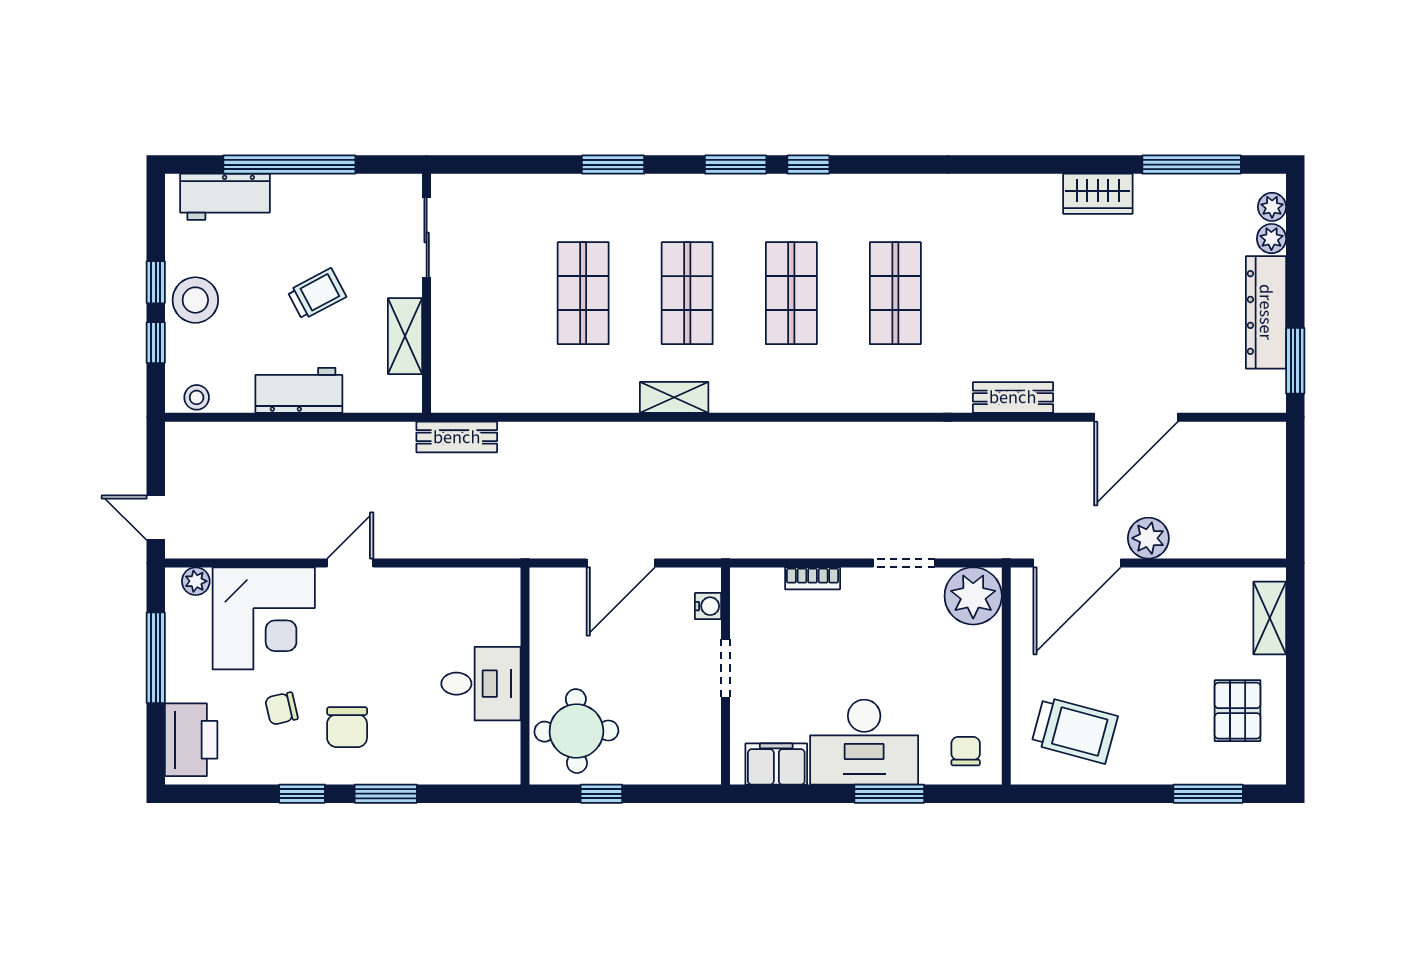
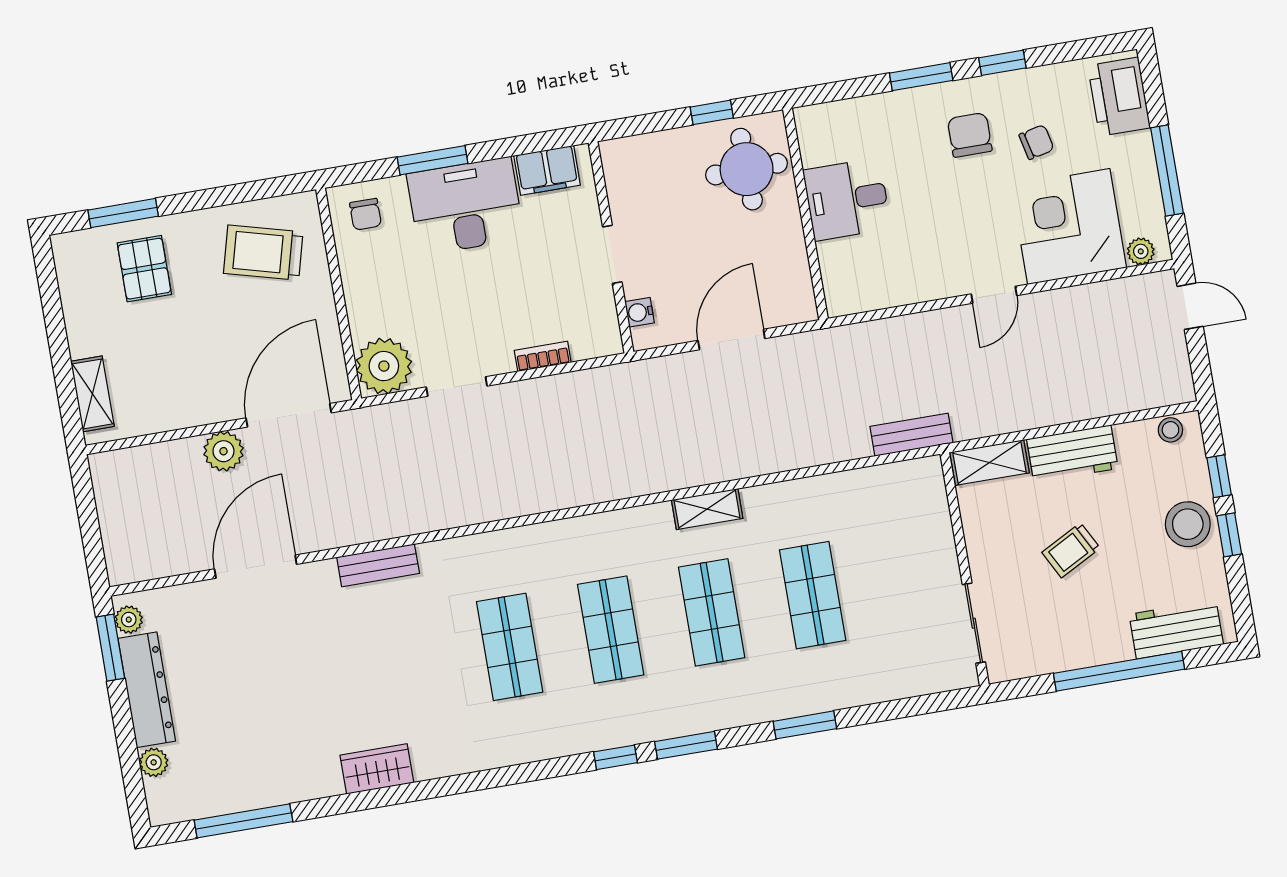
wardrobe: (1098, 194) -> (377, 769), moved
plant: (1272, 207) -> (129, 620), moved
shelving: (405, 336) -> (989, 463), moved, turned 90
pallet: (1238, 711) -> (144, 269), moved

